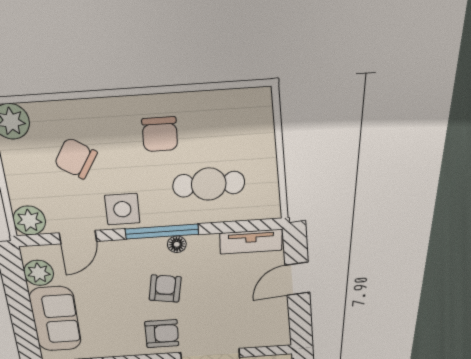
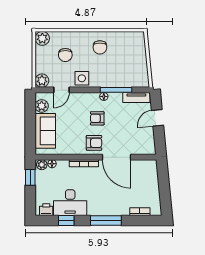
chair: (76, 159) -> (65, 55), turned -122
cafe table: (209, 184) -> (119, 70), removed
window: (162, 232) -> (116, 90), moved
armchair: (165, 289) -> (97, 118), turned -99

